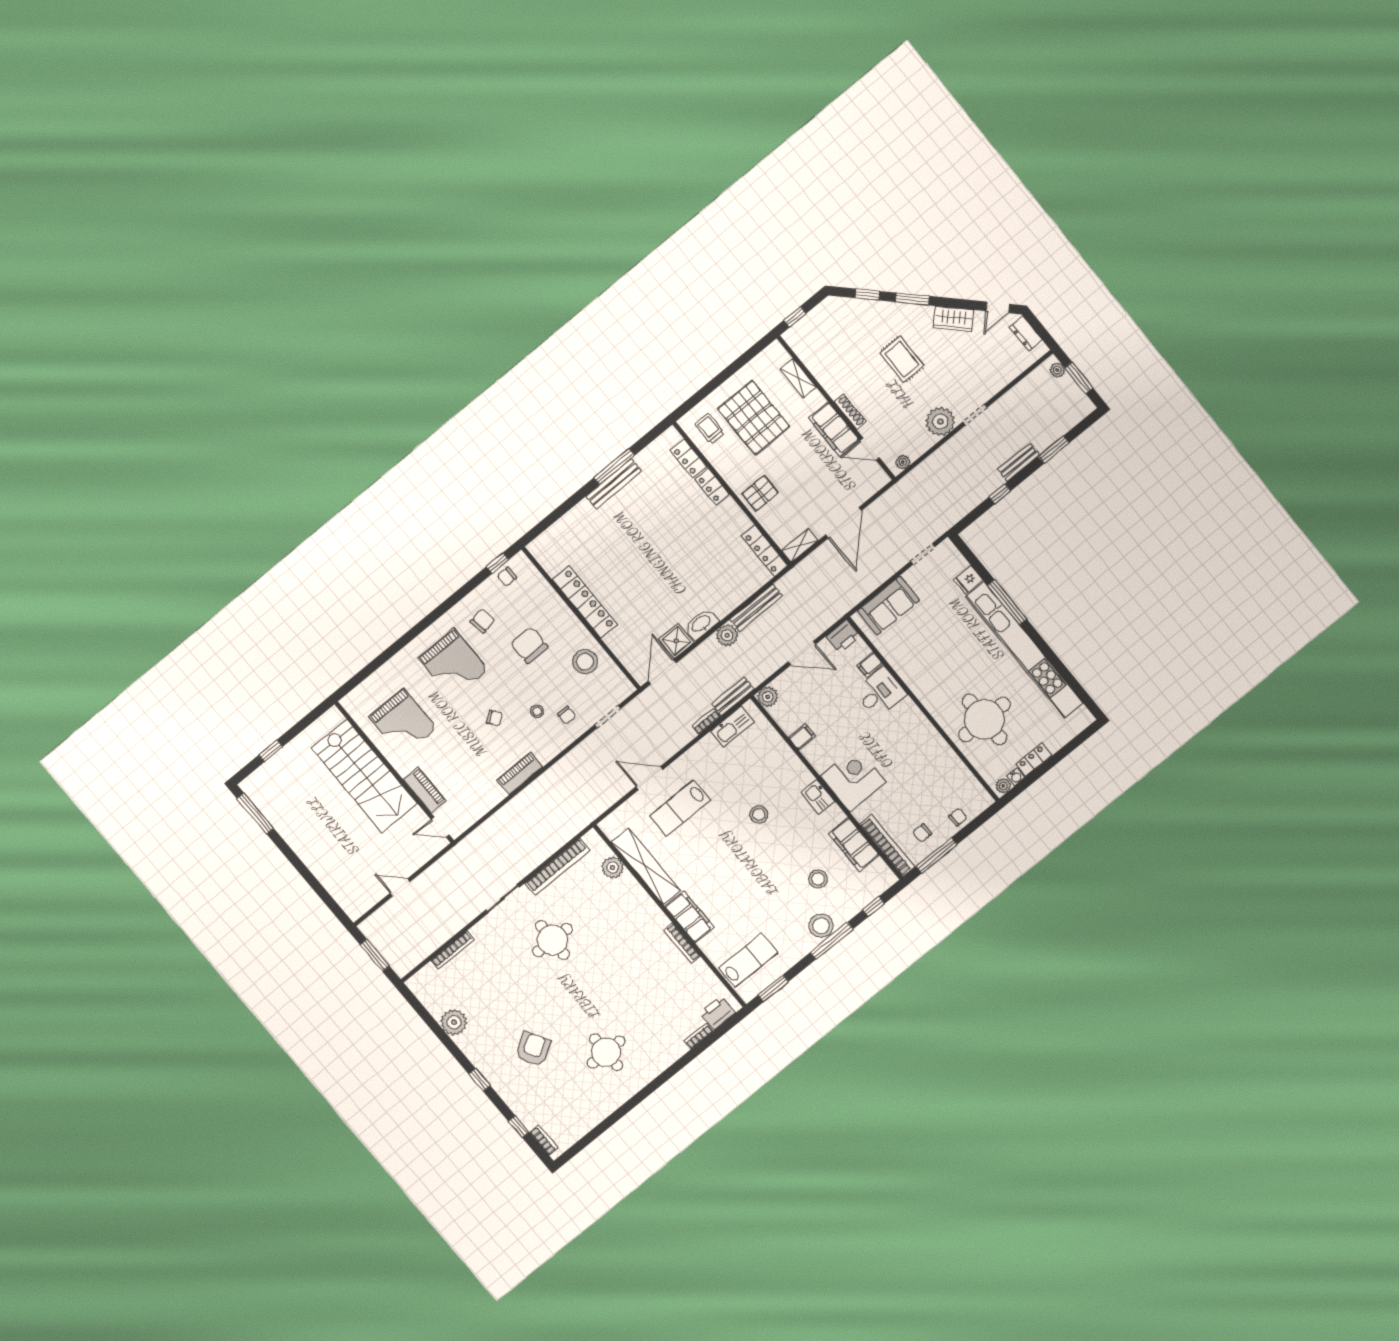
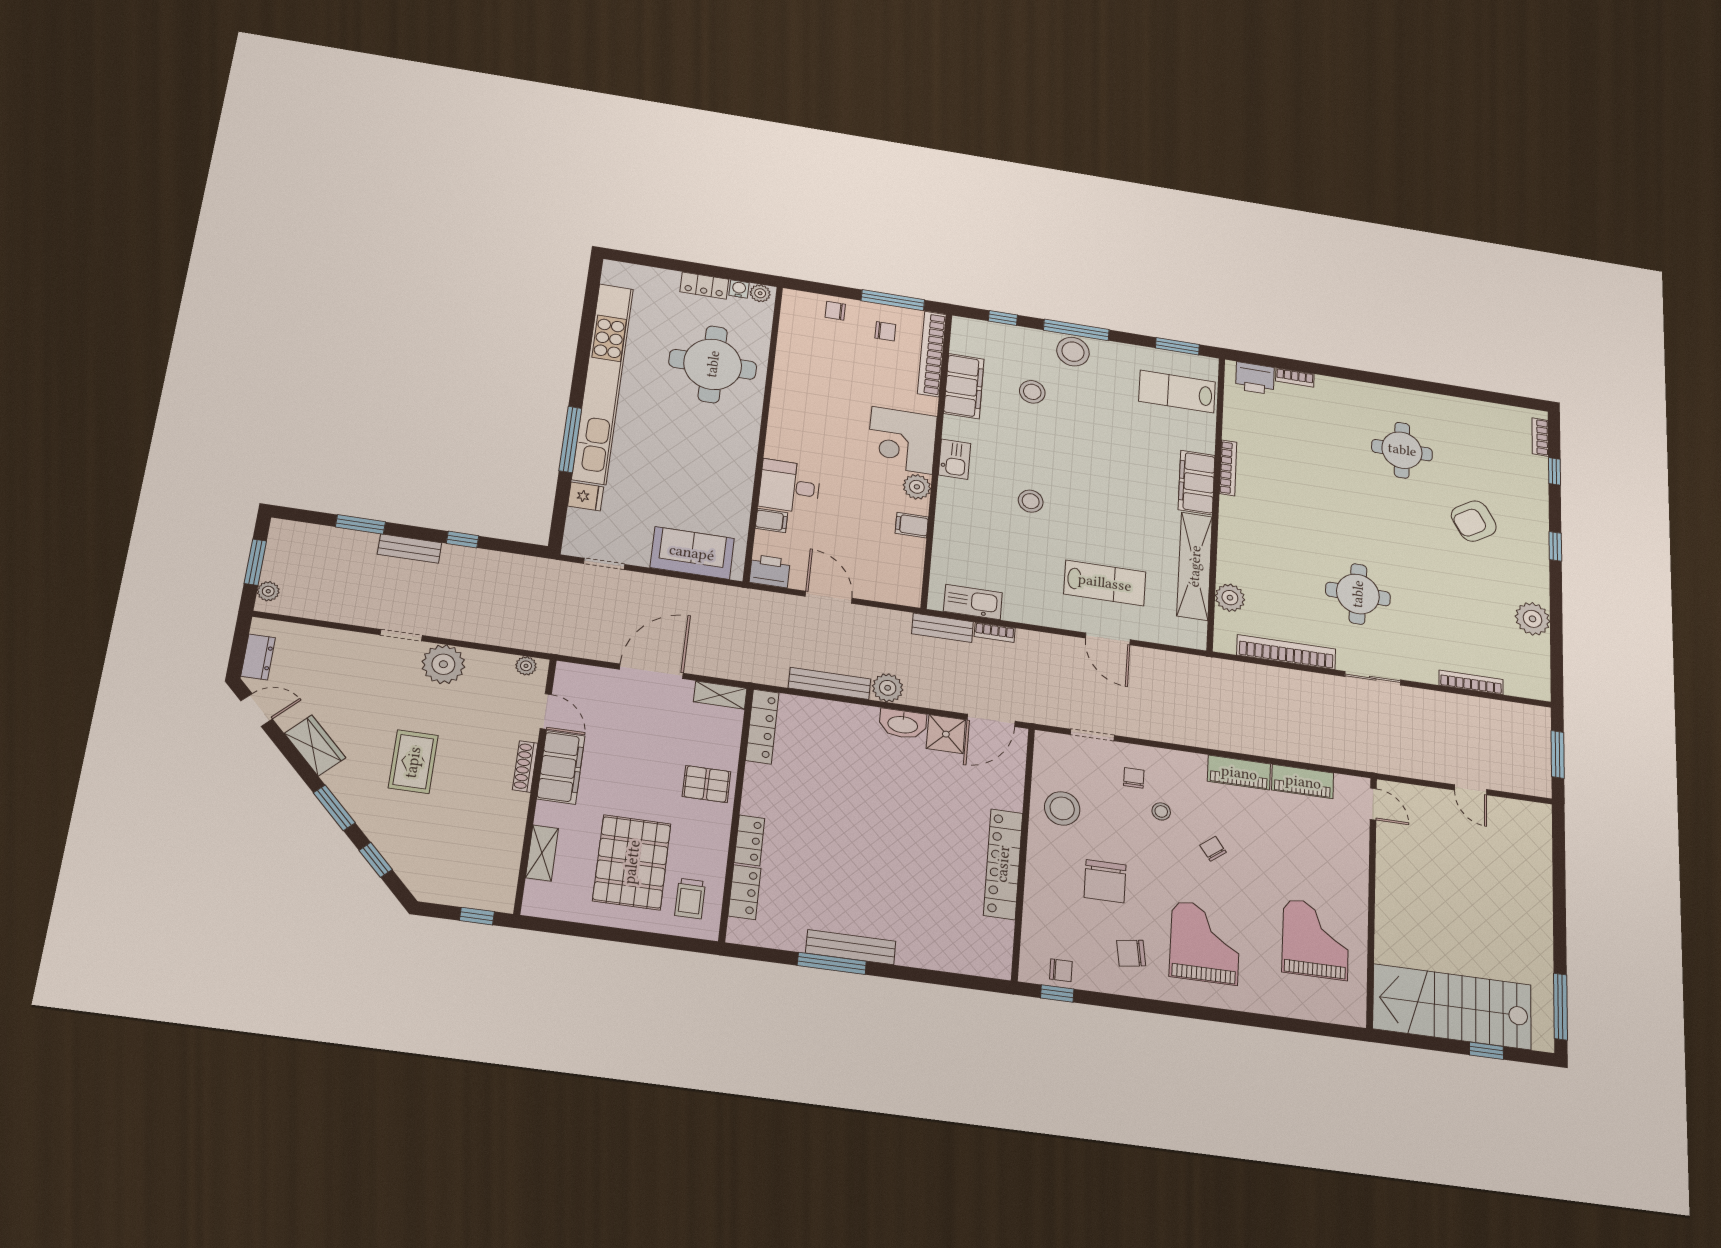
plant: (768, 697) -> (917, 487), moved
stairs: (365, 776) -> (1452, 1007), moved, turned -90
piano: (425, 790) -> (1303, 782), moved, turned -90

